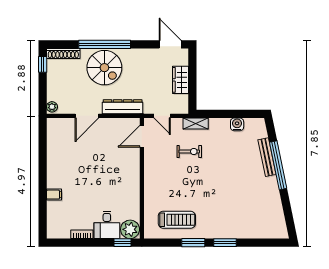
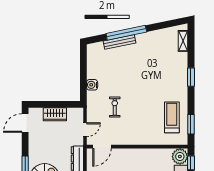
shelving: (196, 123) -> (183, 41), moved
water cooler: (237, 124) -> (92, 85), moved
door: (142, 136) -> (102, 147), hinge flipped
window: (193, 243) -> (191, 124), moved

